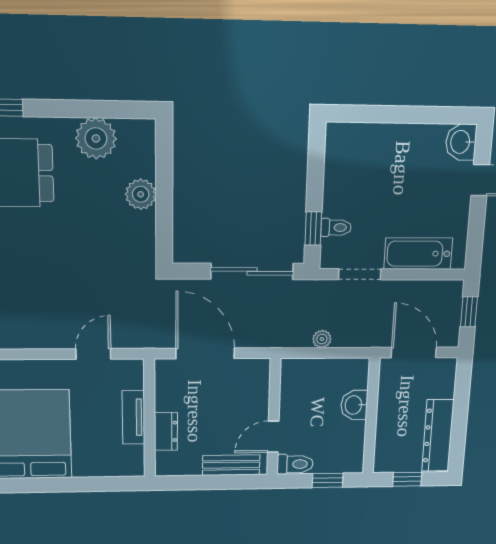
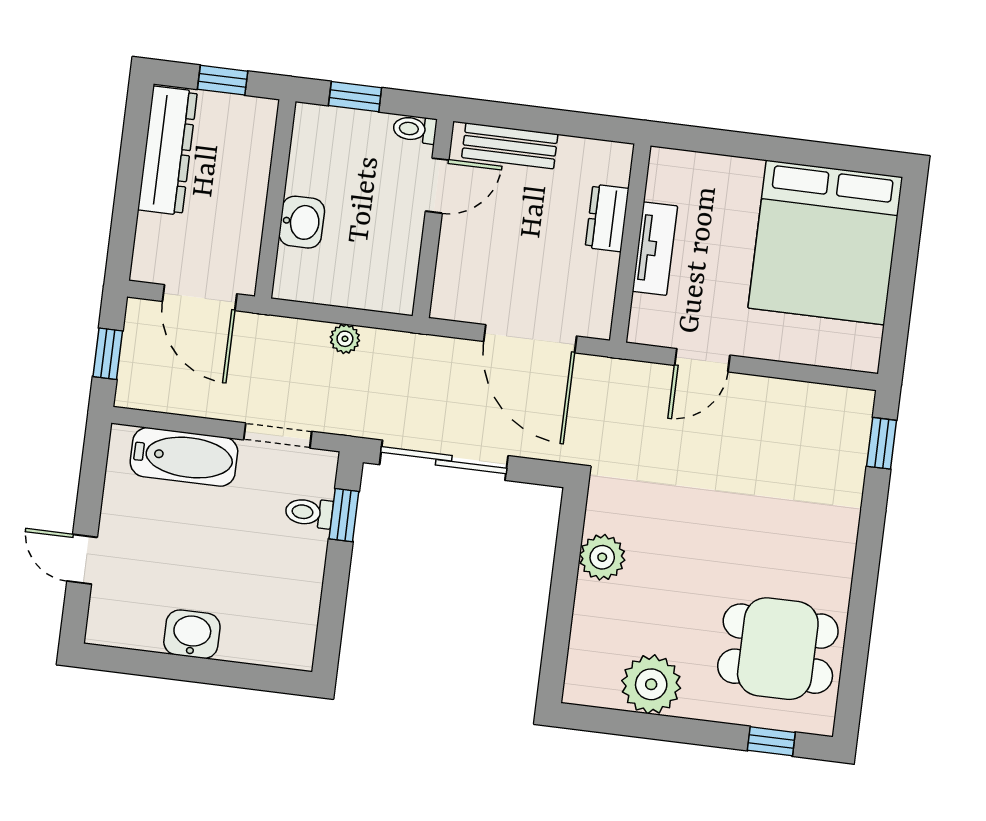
washbasin: (461, 142) -> (192, 634), moved, turned -90
plant: (141, 194) -> (602, 557), moved
toilet: (295, 464) -> (415, 129), width x0.73, depth x0.72

